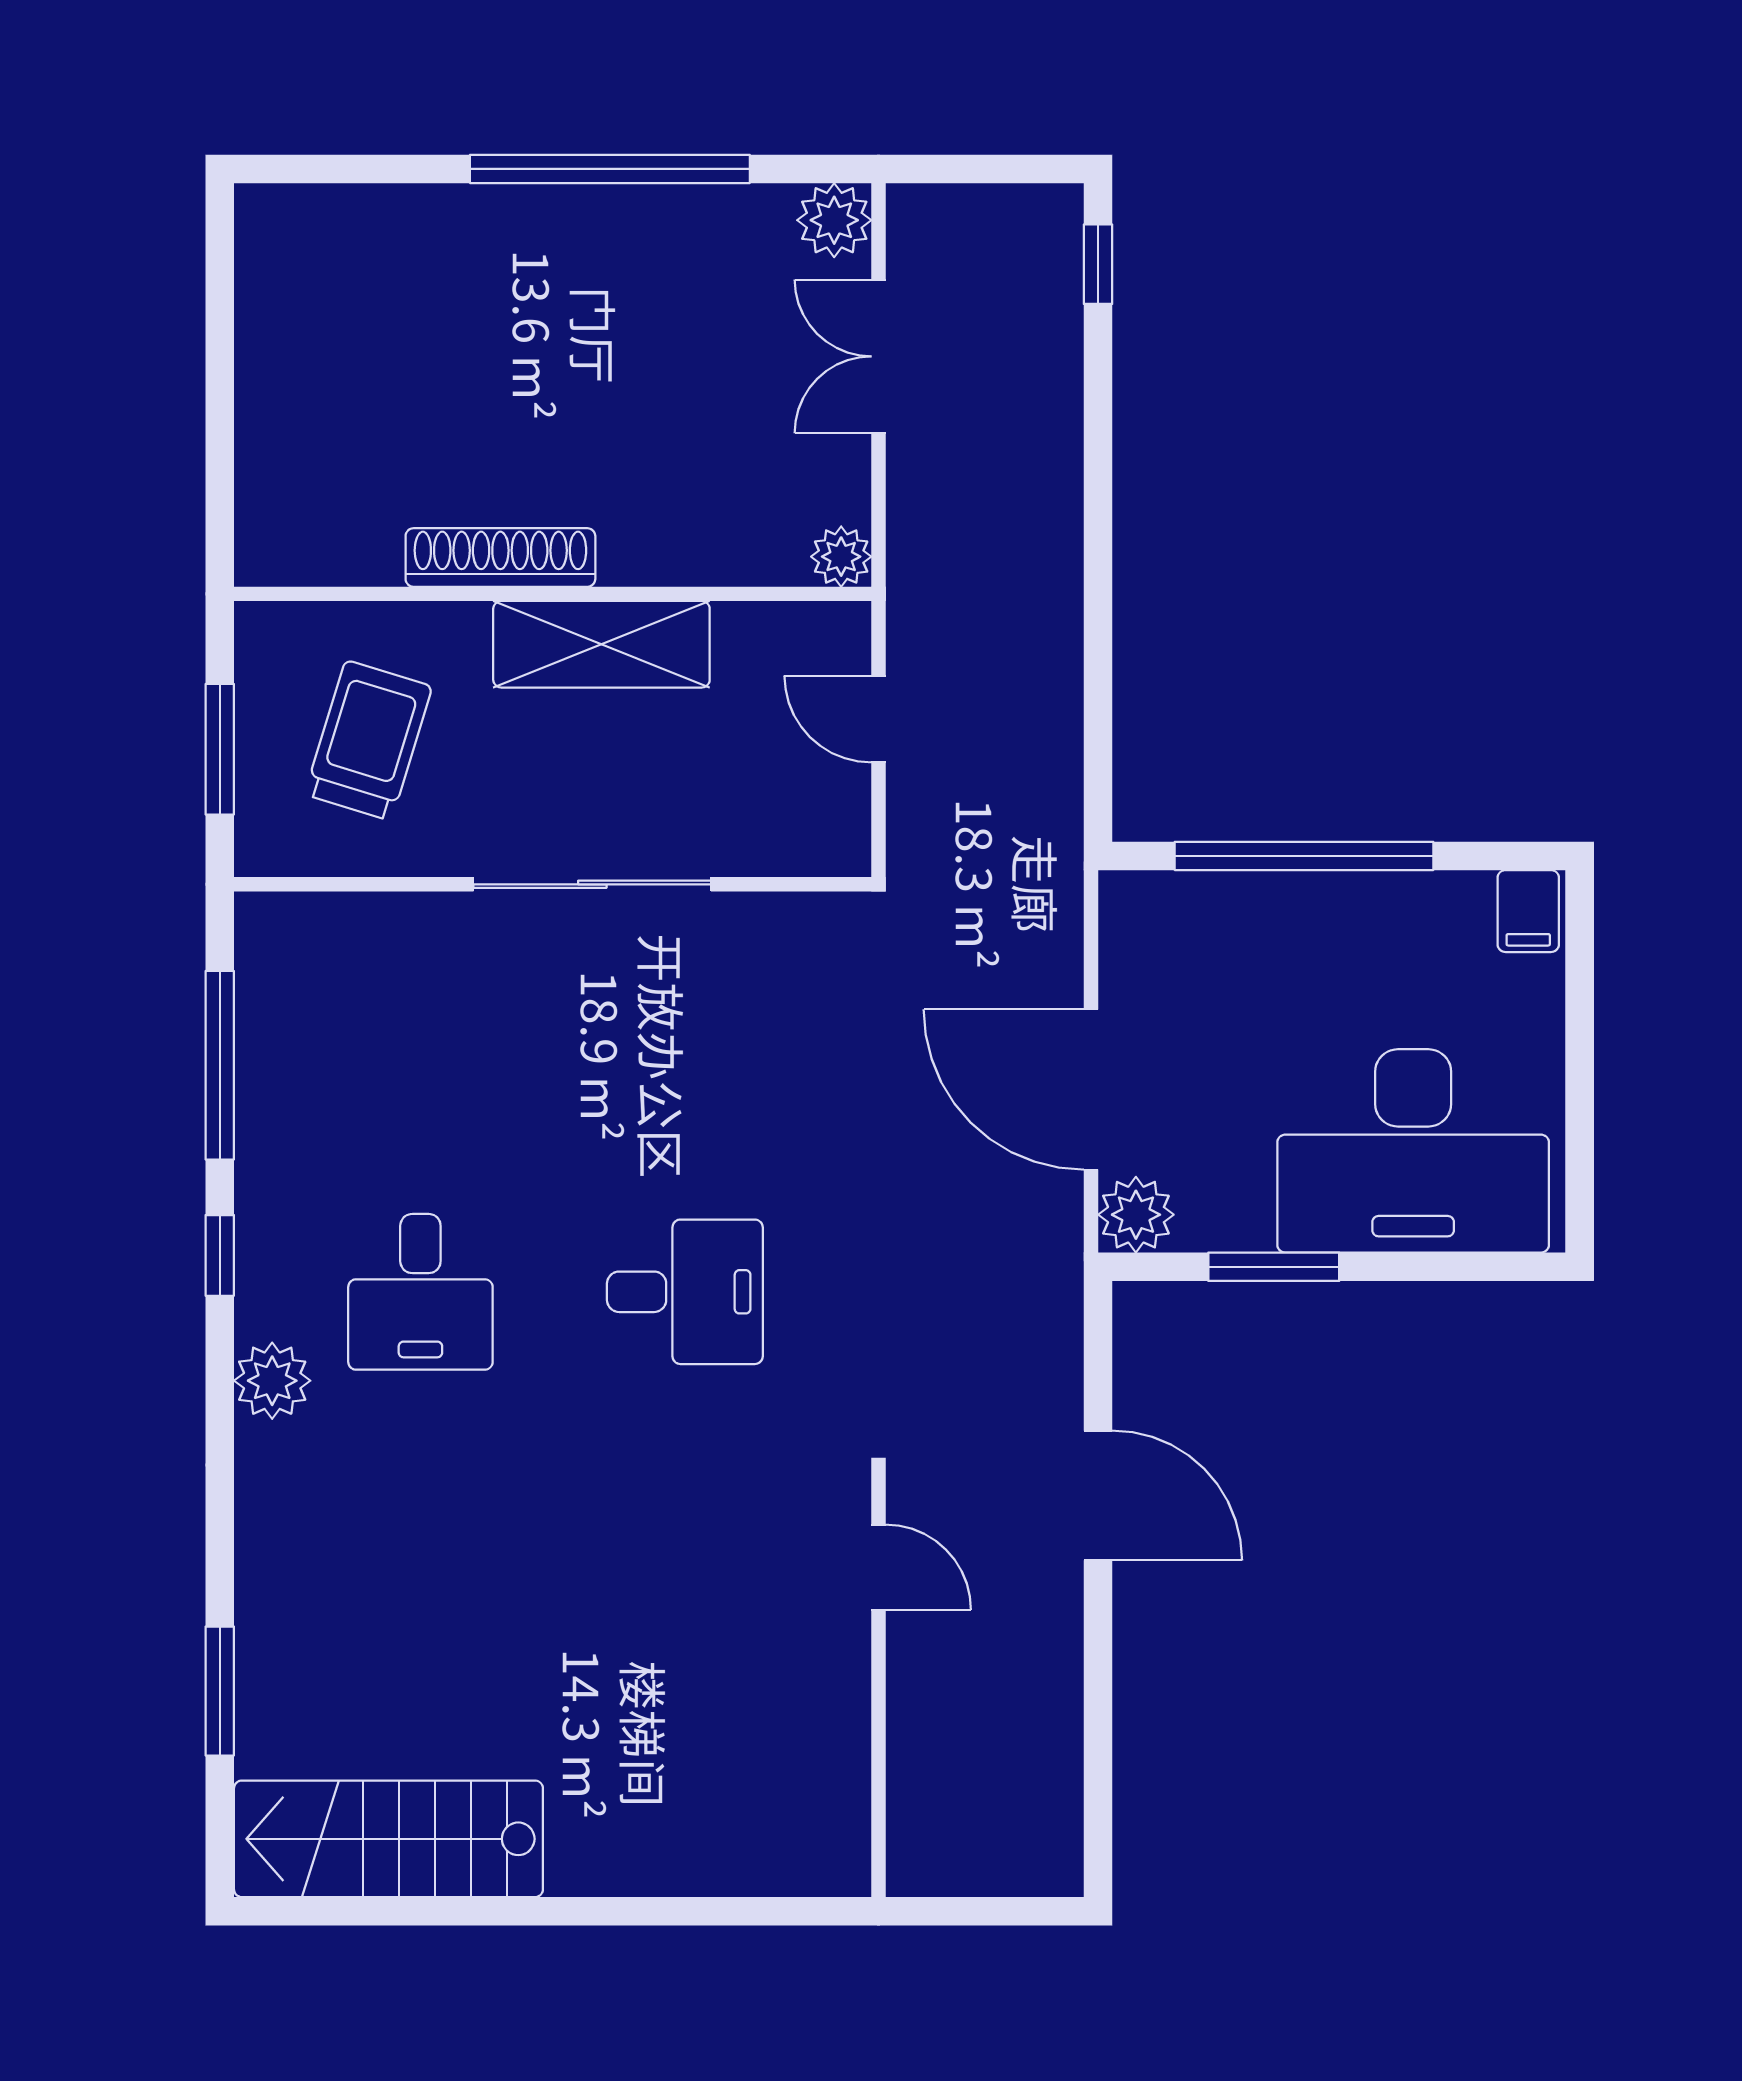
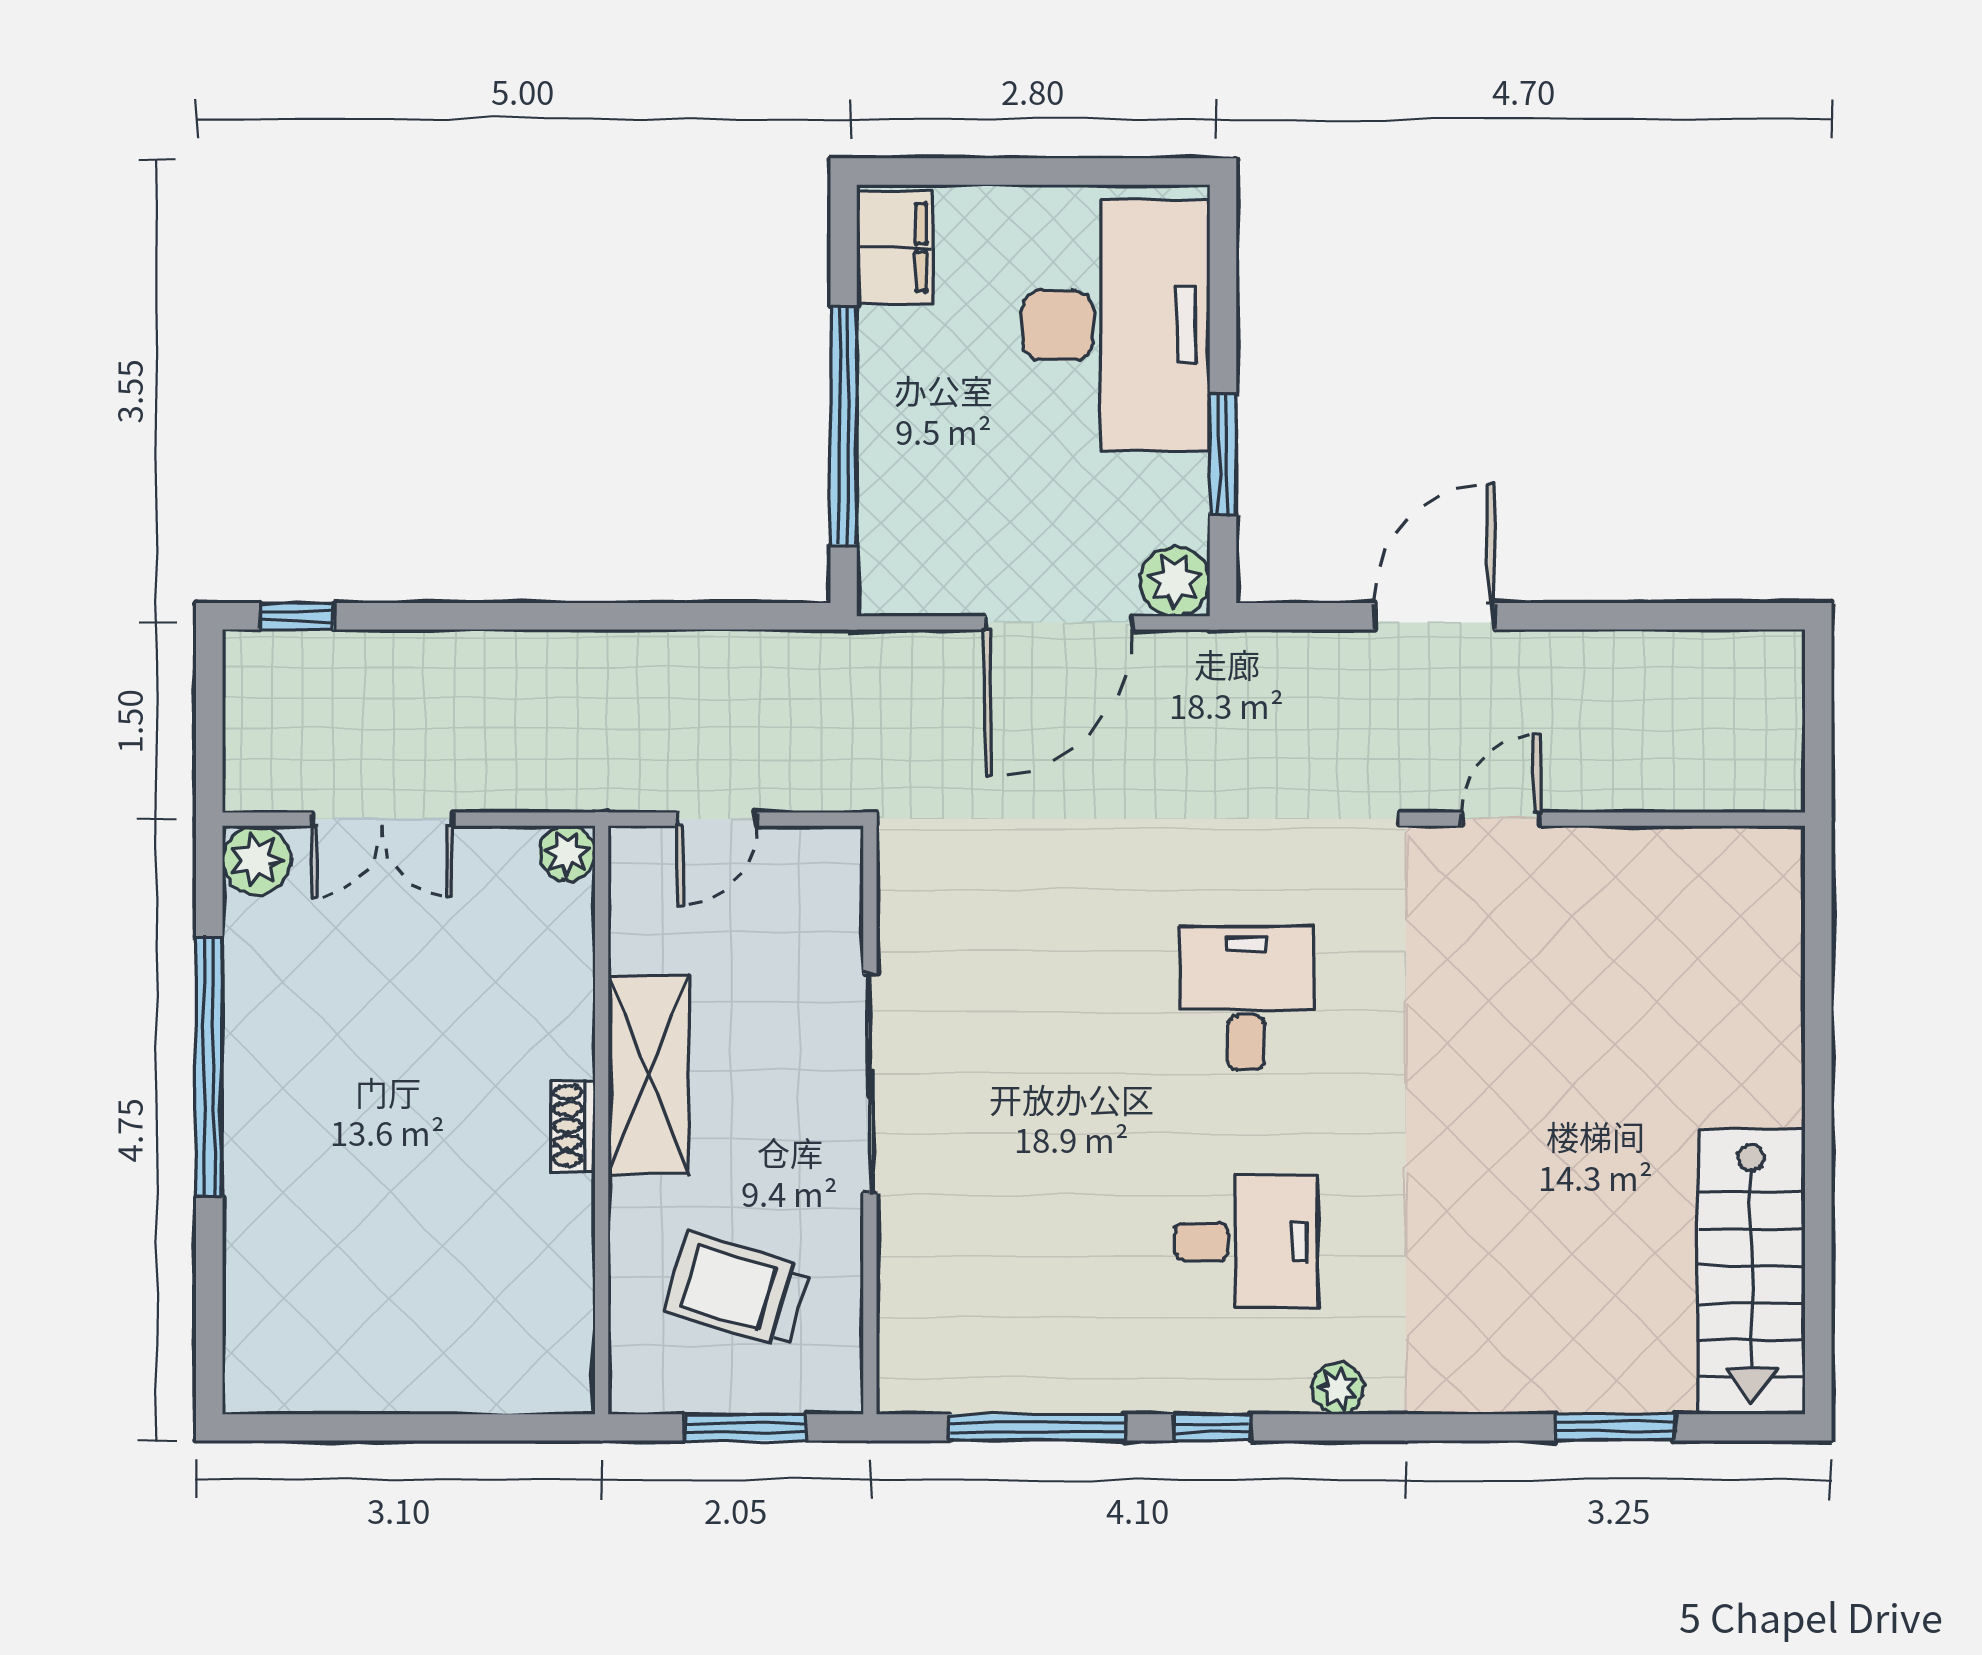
shoe rack: (500, 558) -> (573, 1126), width x0.51, depth x0.81
filing cabinet: (1528, 911) -> (895, 247), width x2.00
plant: (272, 1381) -> (1338, 1389), width x0.73, depth x0.73

